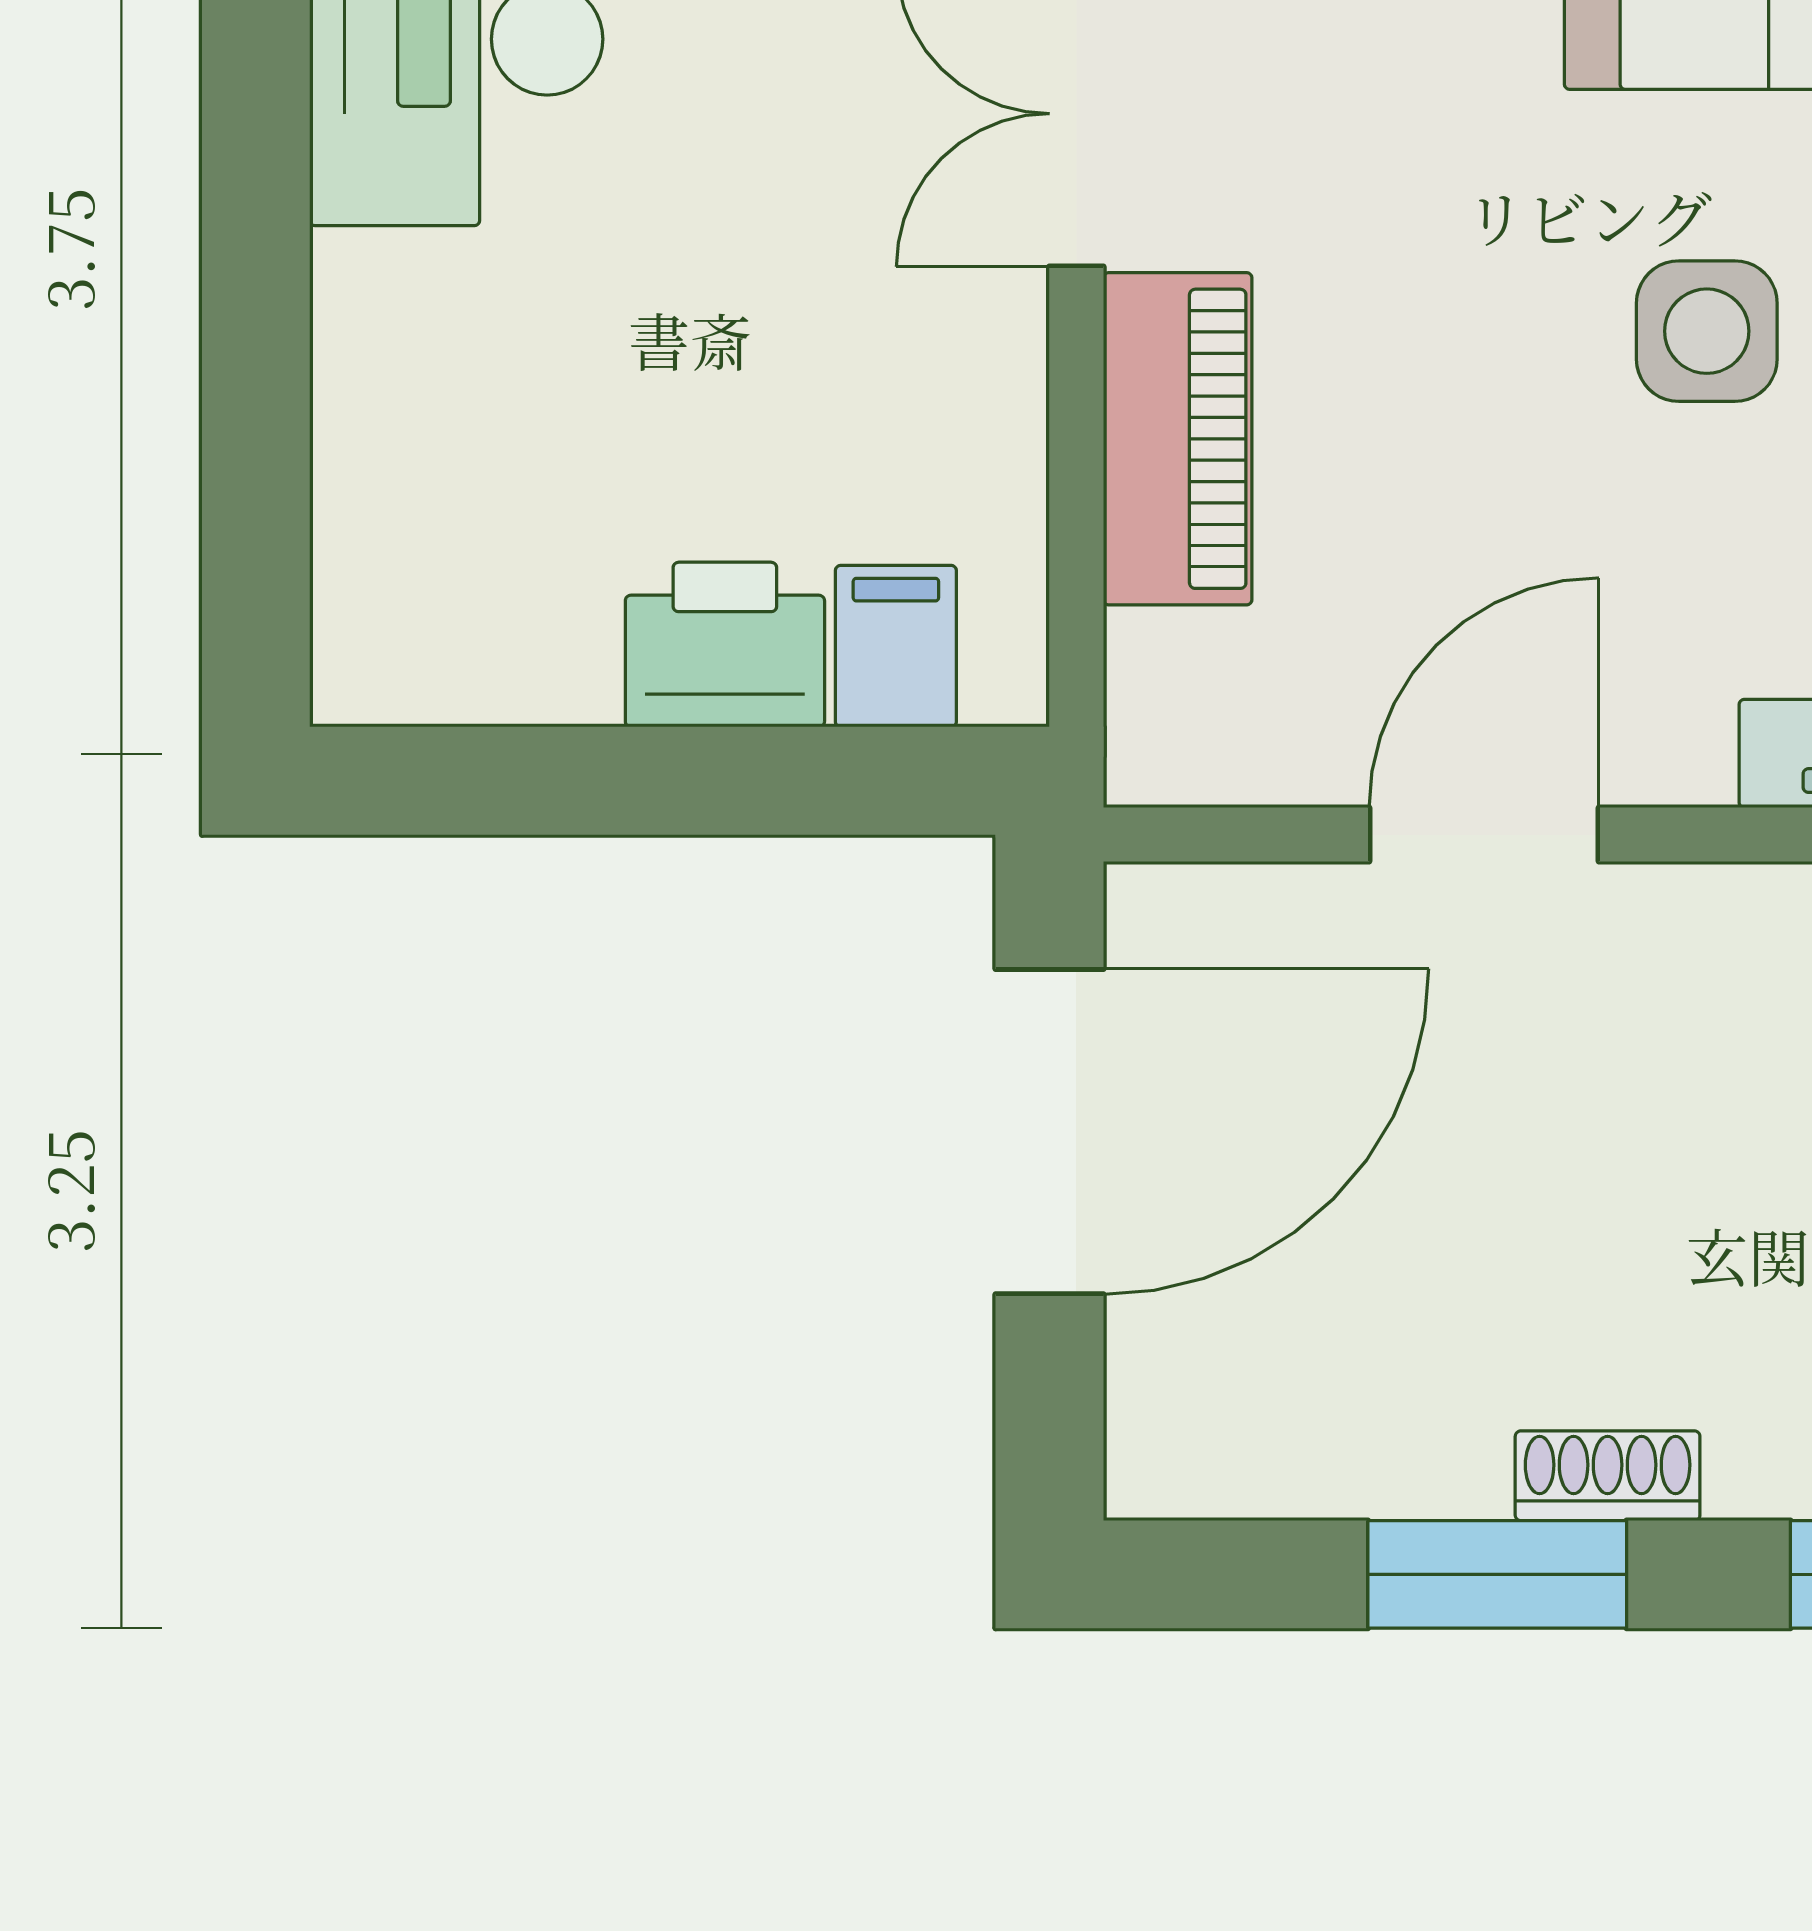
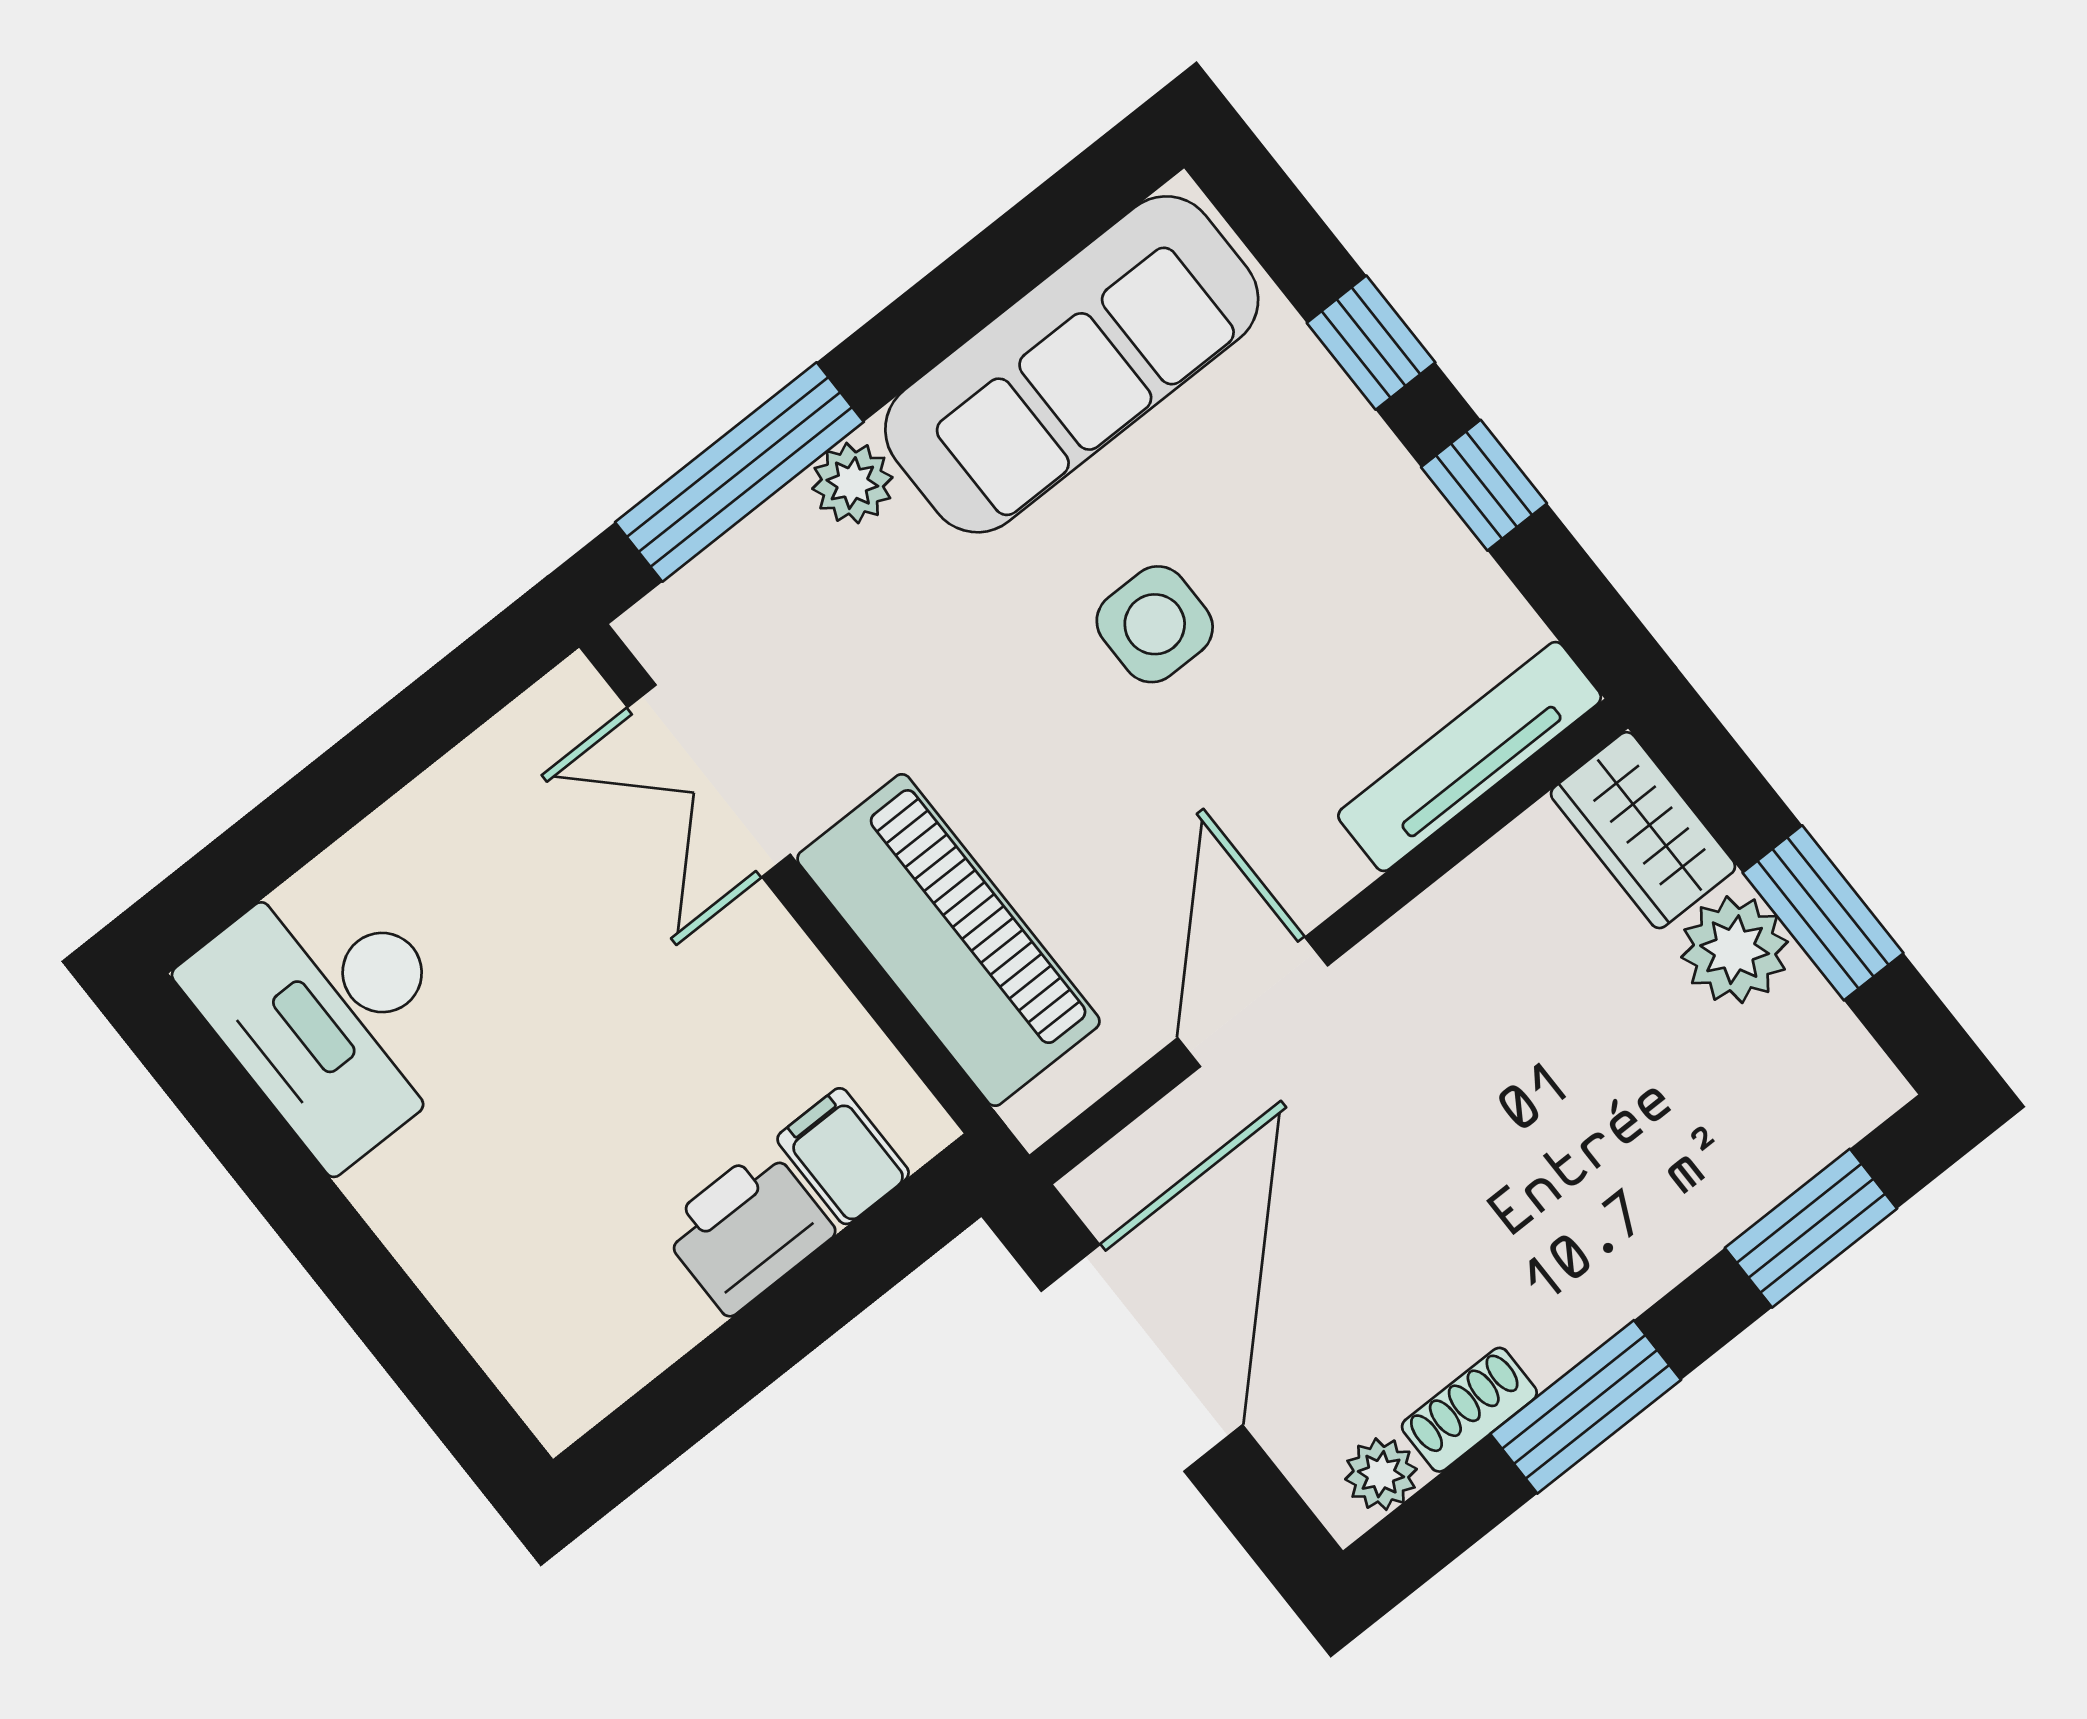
piano: (1178, 439) -> (948, 940), width x1.37, depth x1.33
plant: (1212, 1469) -> (1381, 1474), added
shoe rack: (1608, 1476) -> (1469, 1410), moved

